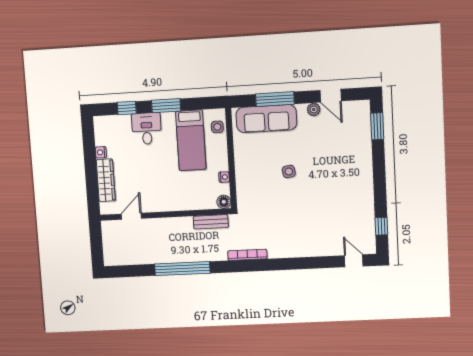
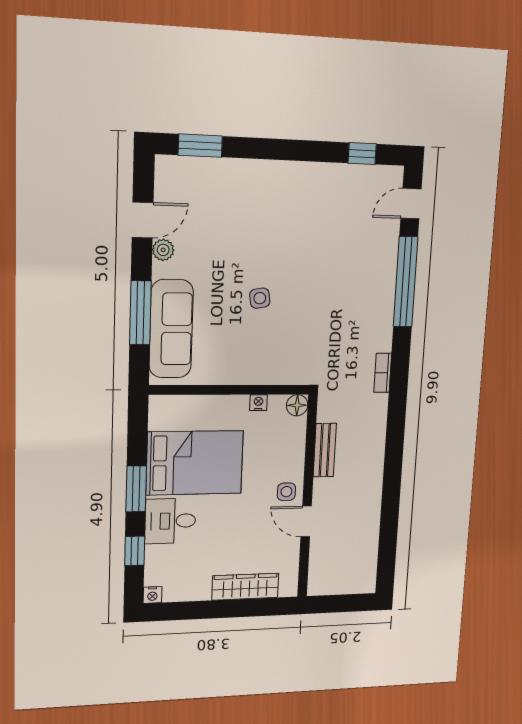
side table: (217, 127) -> (286, 492), moved
bed: (191, 140) -> (195, 463), width x1.50
nightstand: (101, 152) -> (152, 595), moved
door: (131, 216) -> (306, 521), moved
bench: (211, 222) -> (325, 450), moved
bookcase: (247, 255) -> (383, 373), width x0.64
window: (182, 269) -> (406, 282), moved

